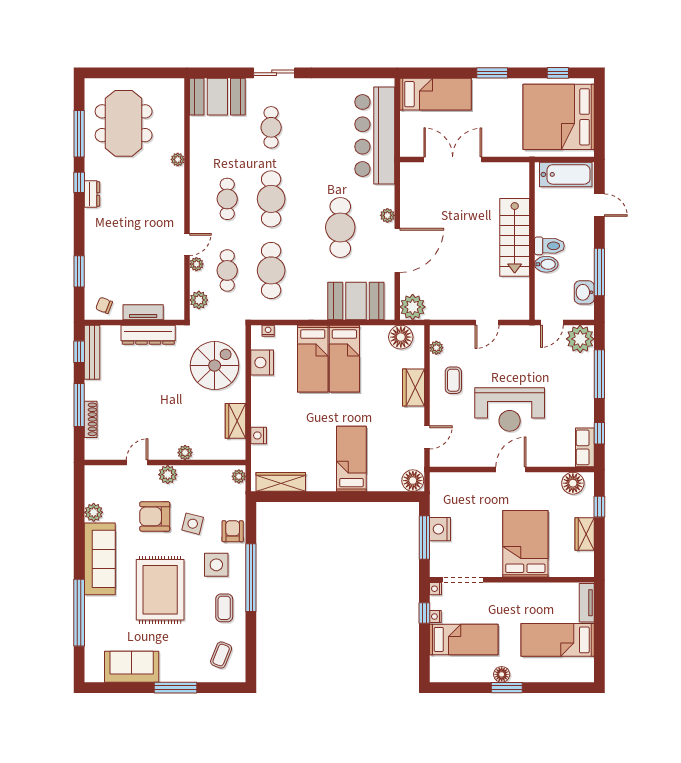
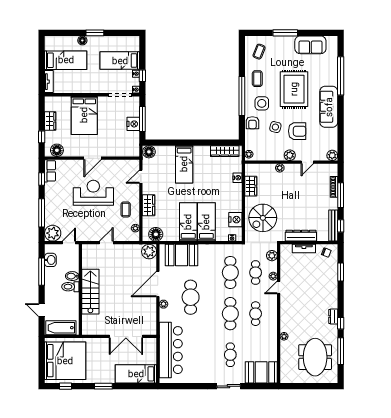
plant: (94, 512) -> (332, 155), moved
floor lamp: (502, 674) -> (82, 40), moved

